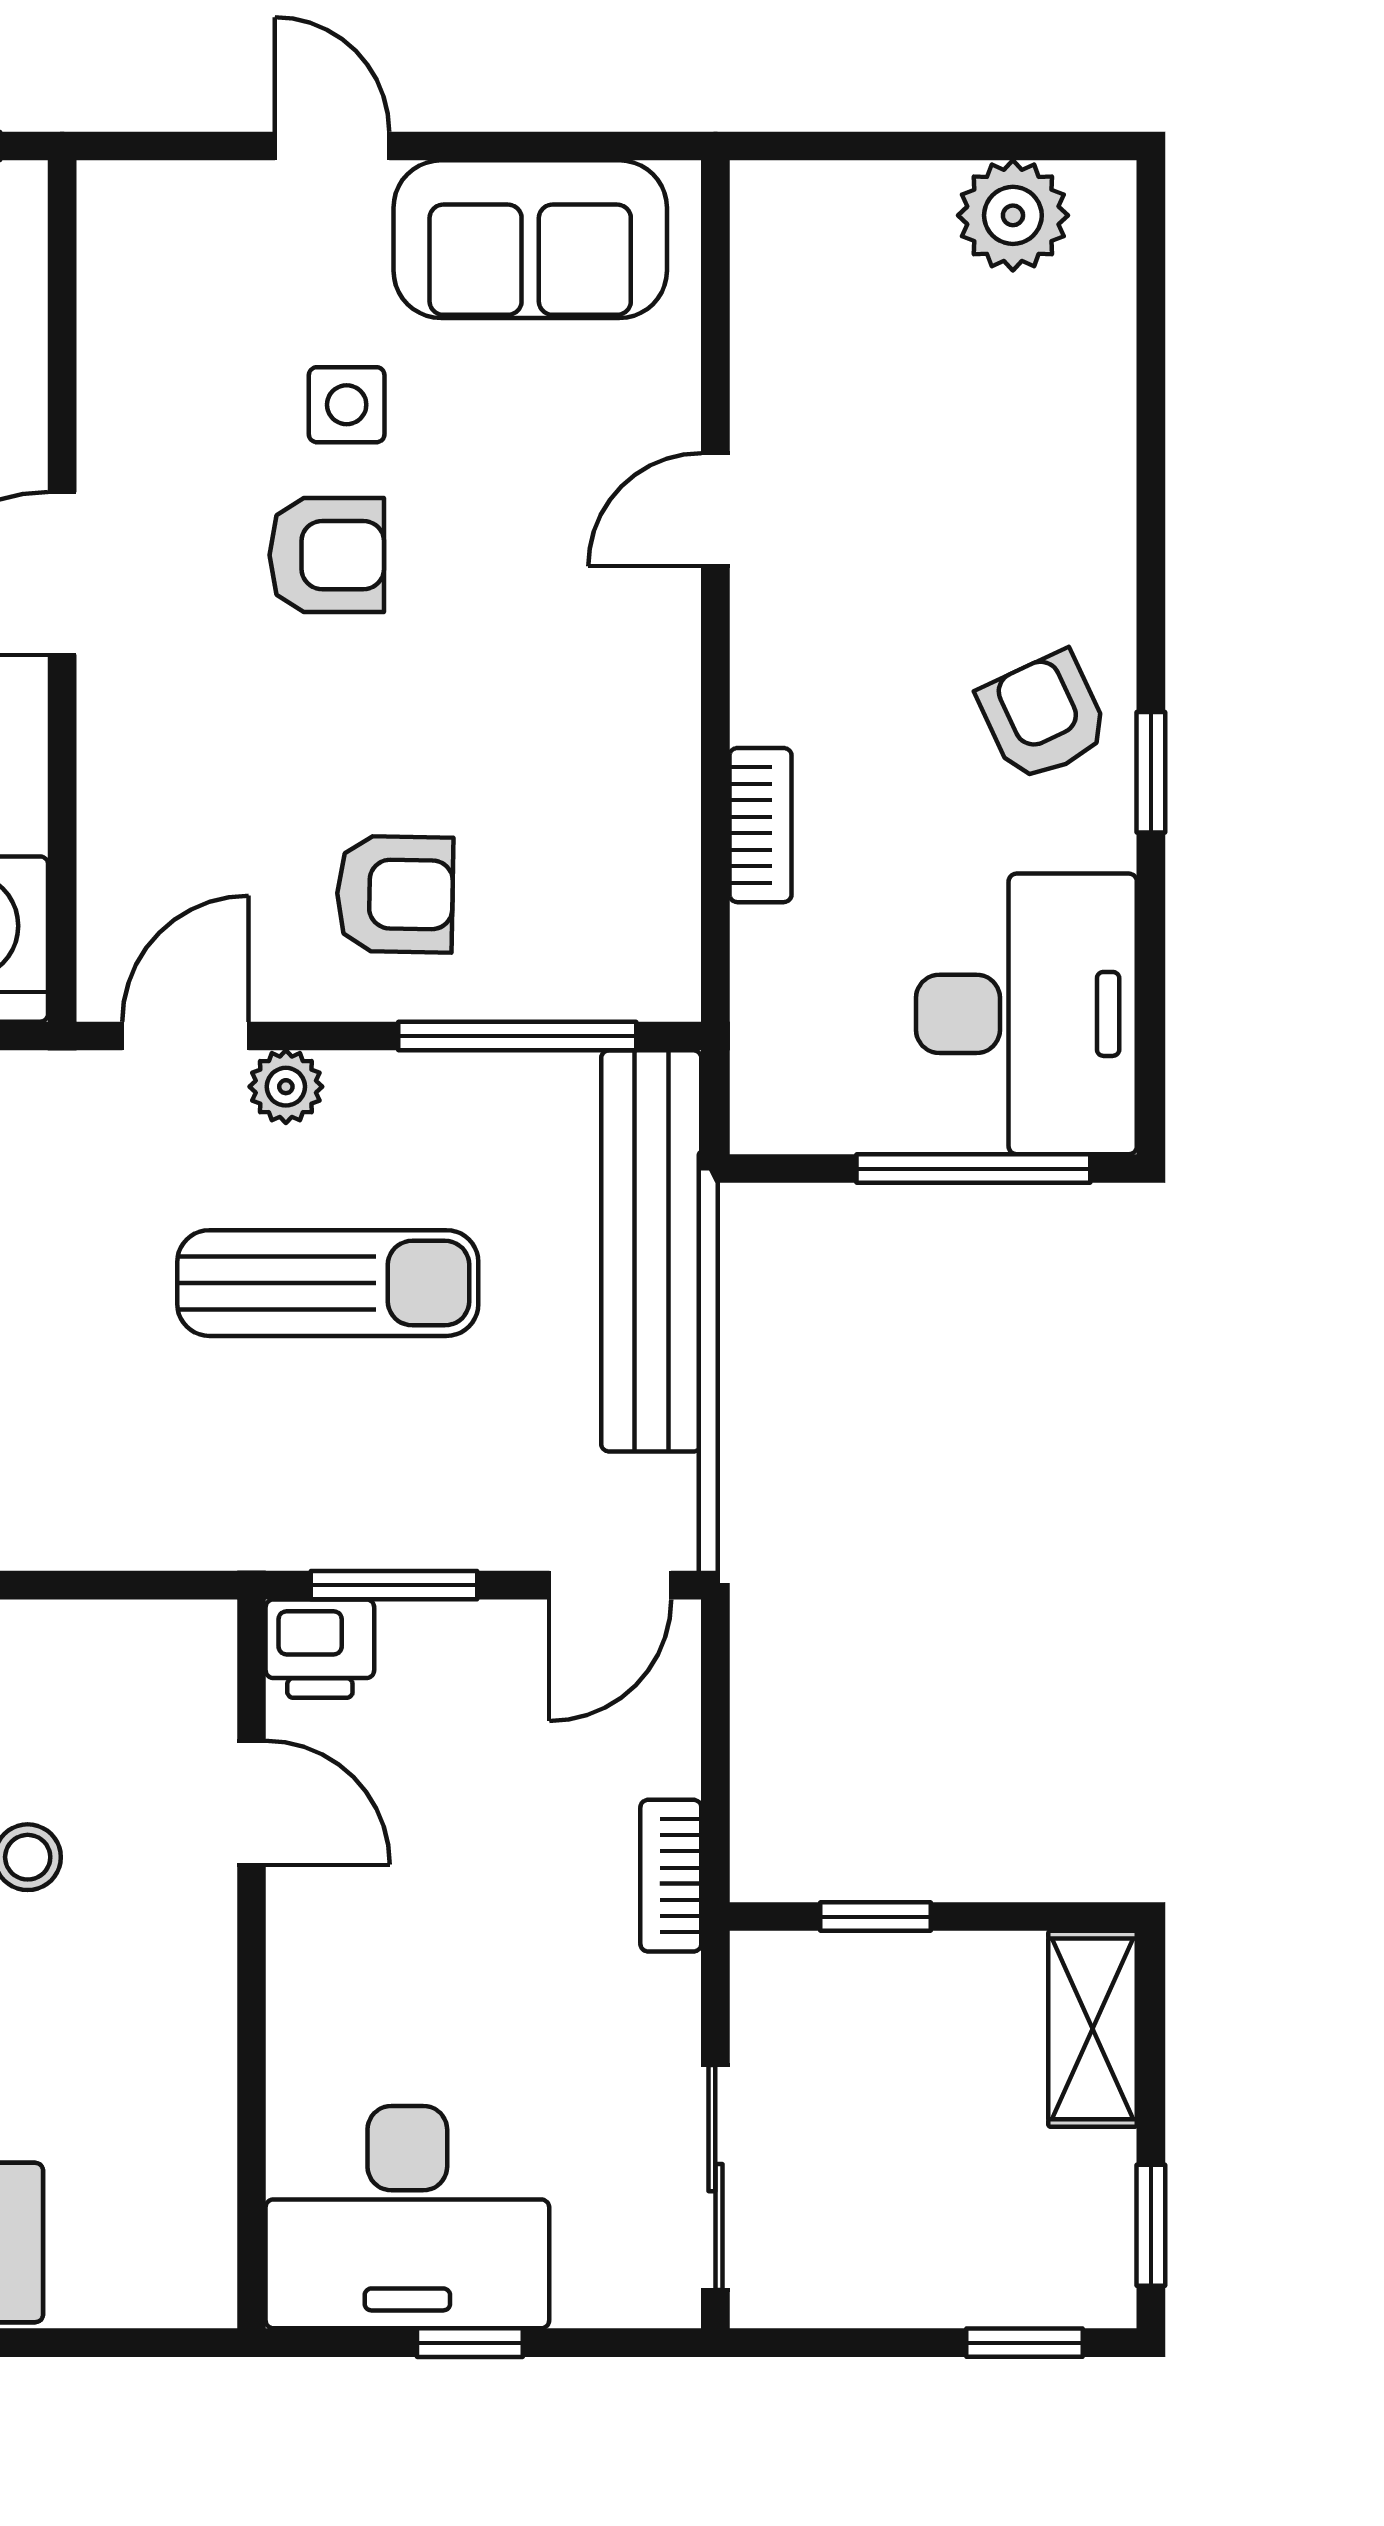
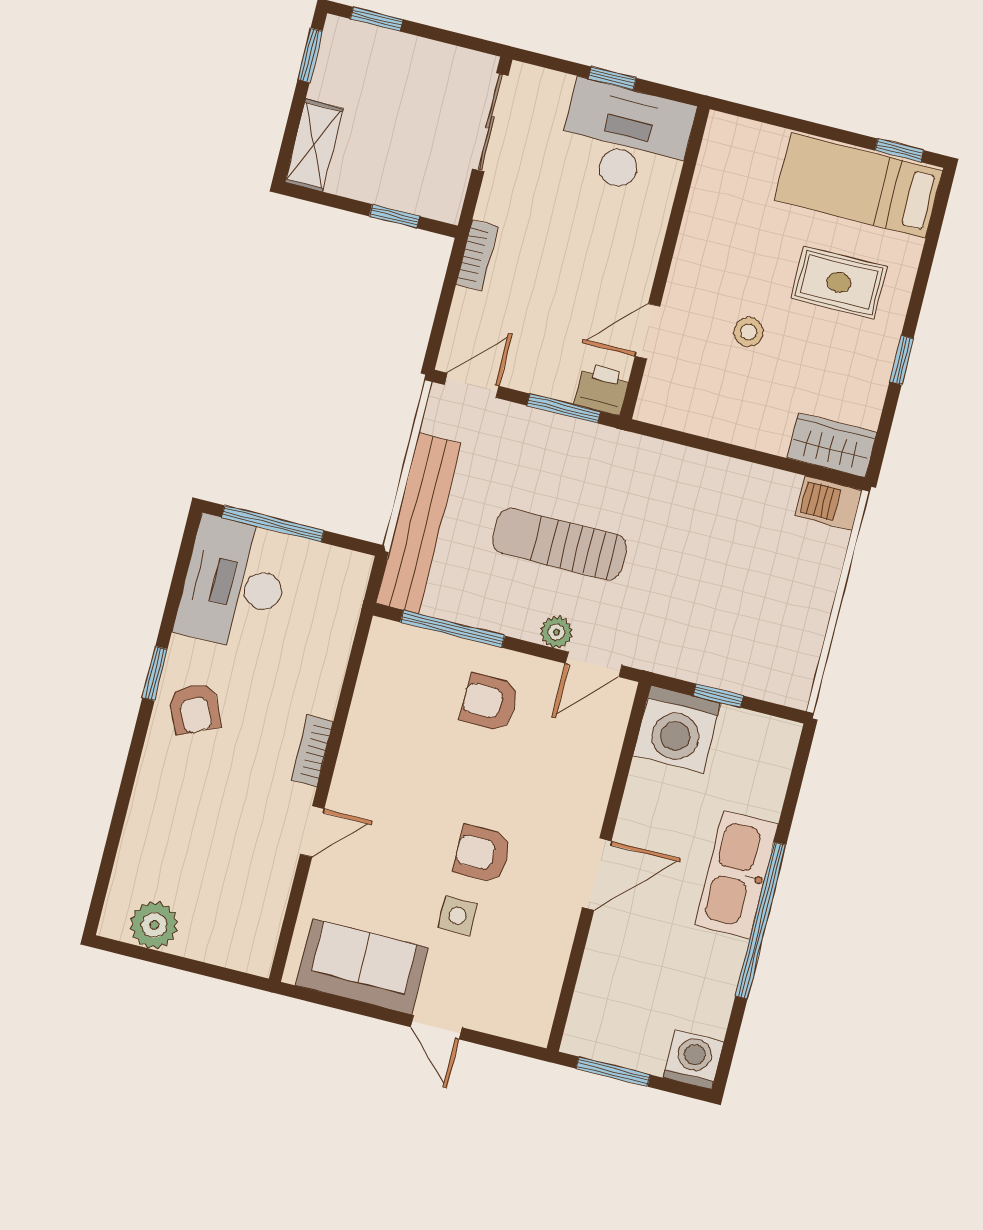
bookcase: (761, 825) -> (312, 751), moved
door: (251, 1803) -> (648, 331), hinge flipped

